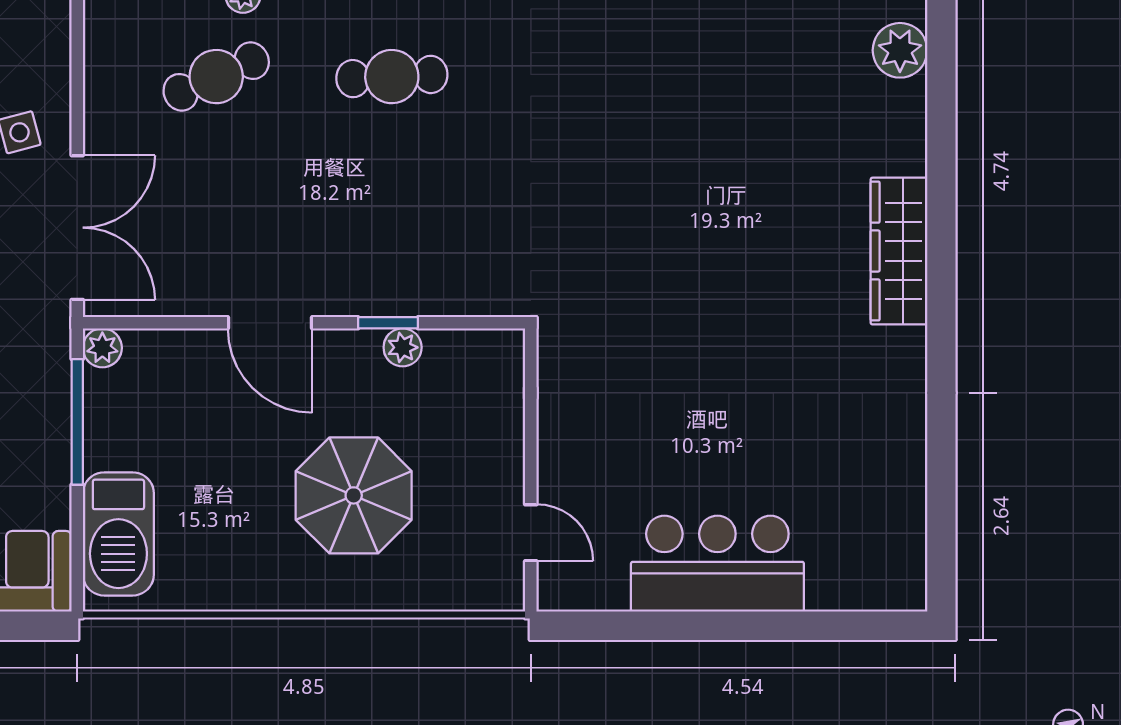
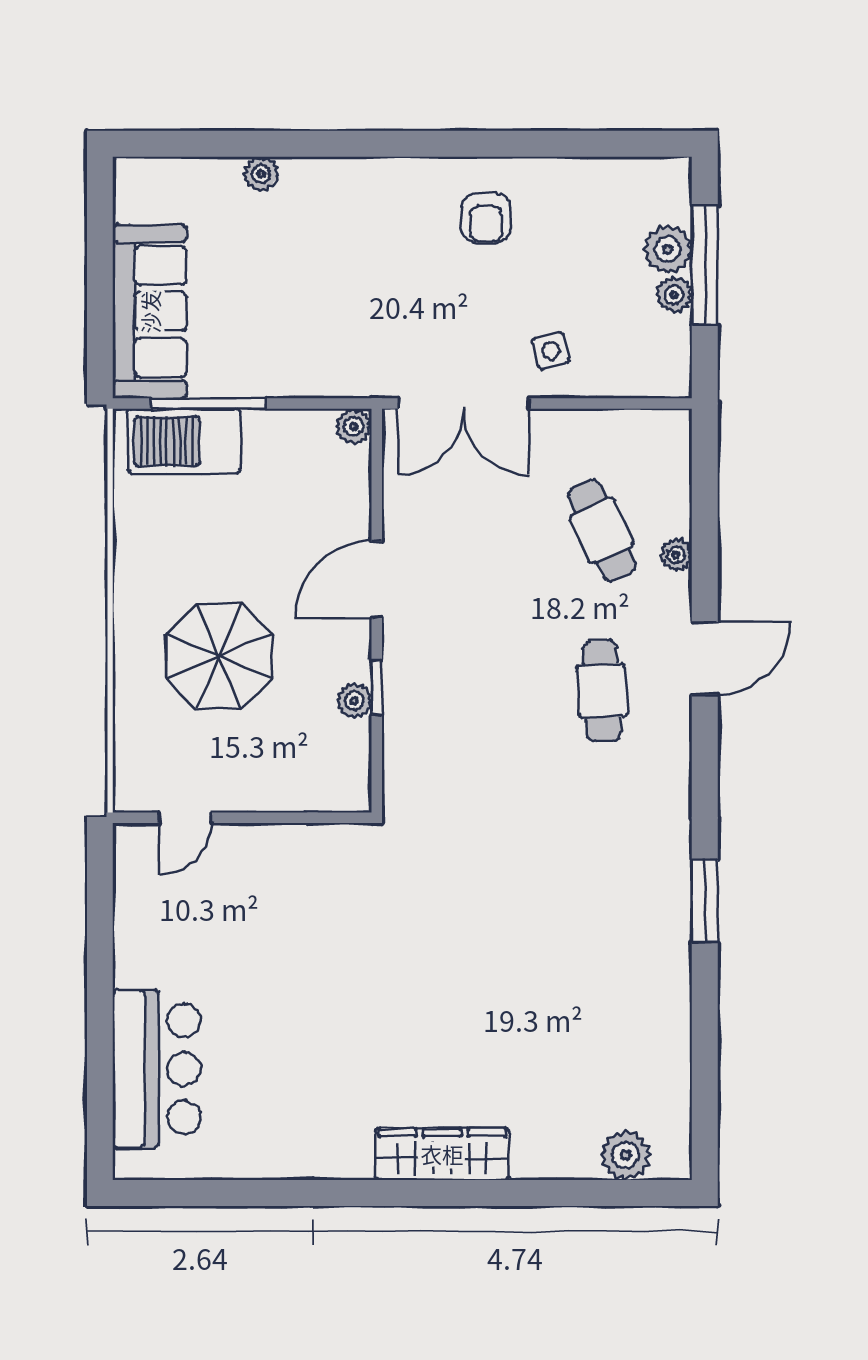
window: (77, 422) -> (208, 403), moved
bar counter: (717, 564) -> (157, 1069), moved

